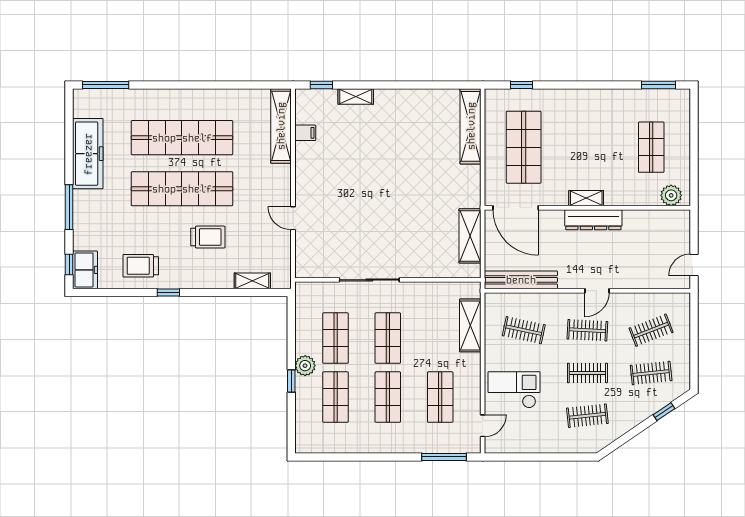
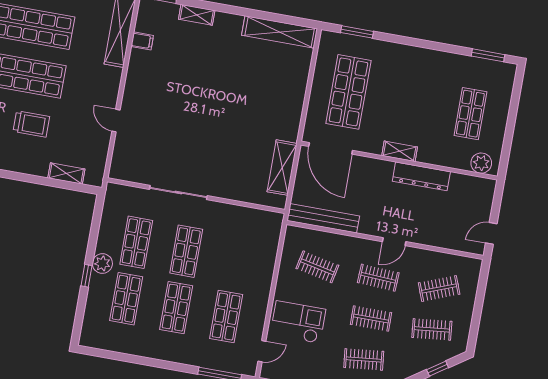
window: (522, 85) -> (357, 32), width x1.50
shelving: (471, 126) -> (280, 32), moved, turned 90
dresser: (593, 220) -> (421, 176), moved
shelving: (470, 325) -> (267, 253), removed

